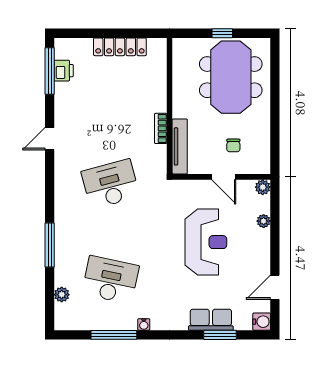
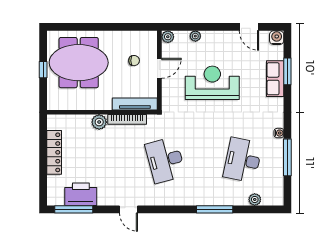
printer: (64, 71) -> (81, 194), width x1.87, depth x1.48
plant: (157, 102) -> (99, 122), added
bookcase: (161, 128) -> (127, 119), width x1.56

